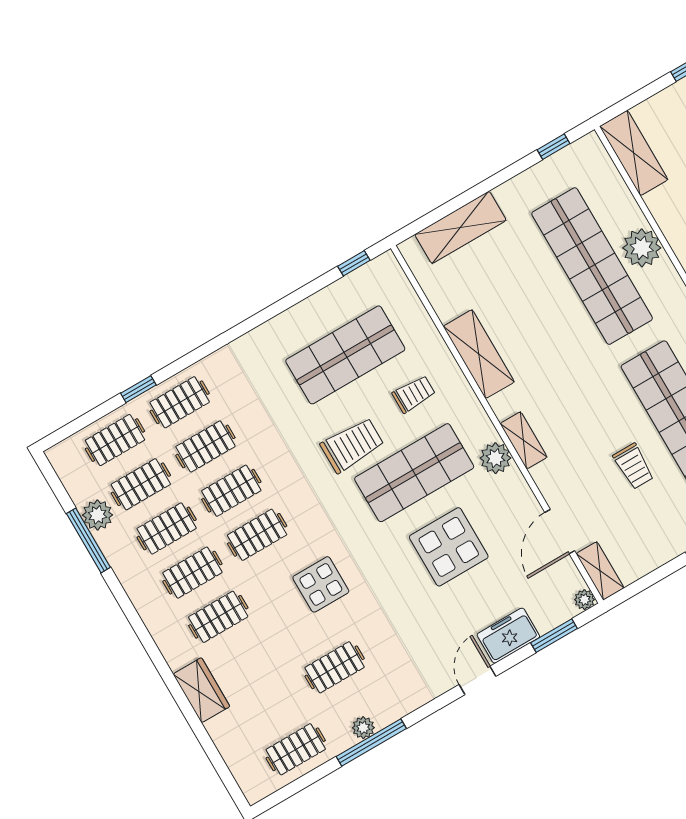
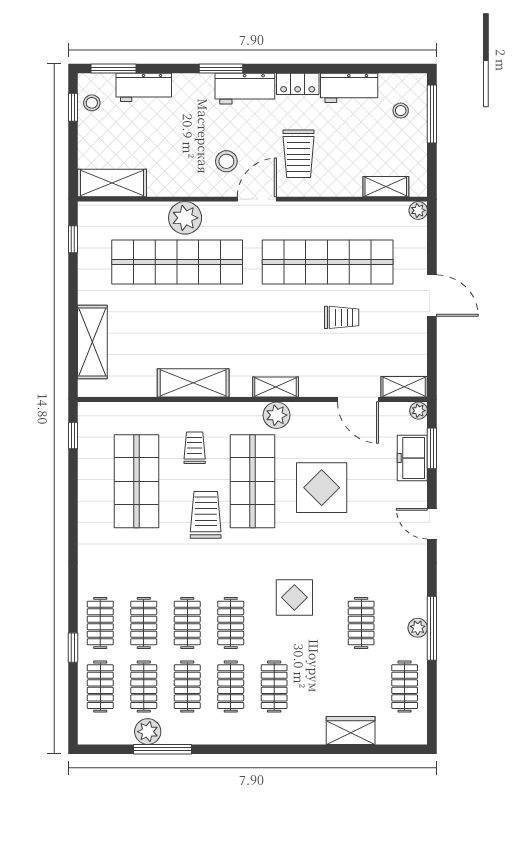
freezer: (508, 636) -> (412, 458), moved
wardrobe: (201, 690) -> (351, 730), moved

